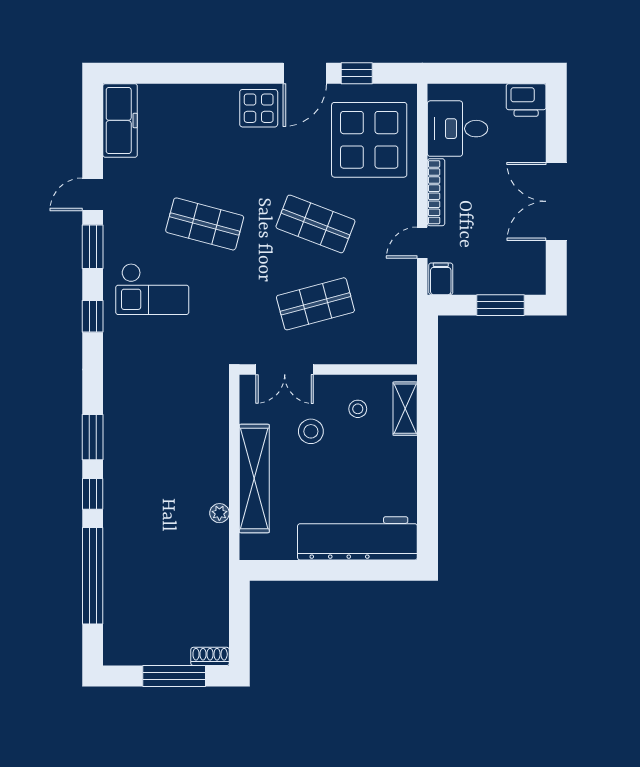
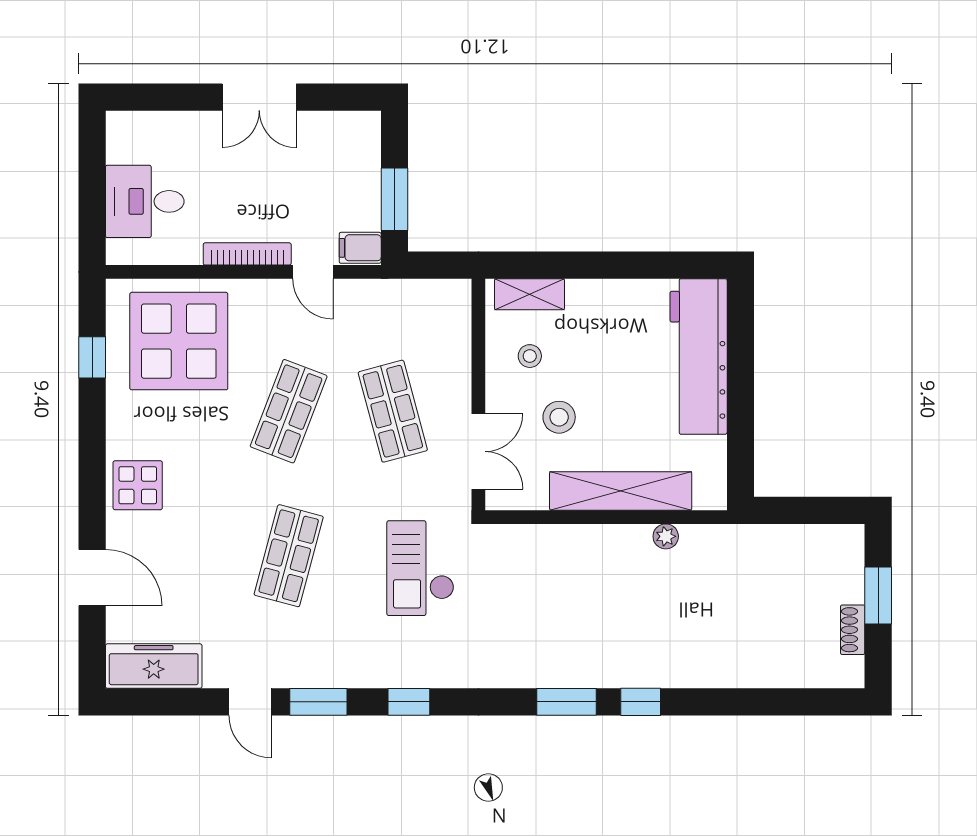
door: (305, 73) -> (92, 578), moved
printer: (526, 100) -> (127, 136), removed
desk: (458, 129) -> (145, 201), moved, turned 90
double door: (556, 201) -> (259, 97), width x0.73
checkout: (152, 289) -> (420, 568), moved, turned 180
window: (501, 305) -> (394, 199), moved
window: (93, 576) -> (748, 702), removed
shoe rack: (210, 656) -> (853, 630), moved
window: (174, 676) -> (878, 596), width x0.69

